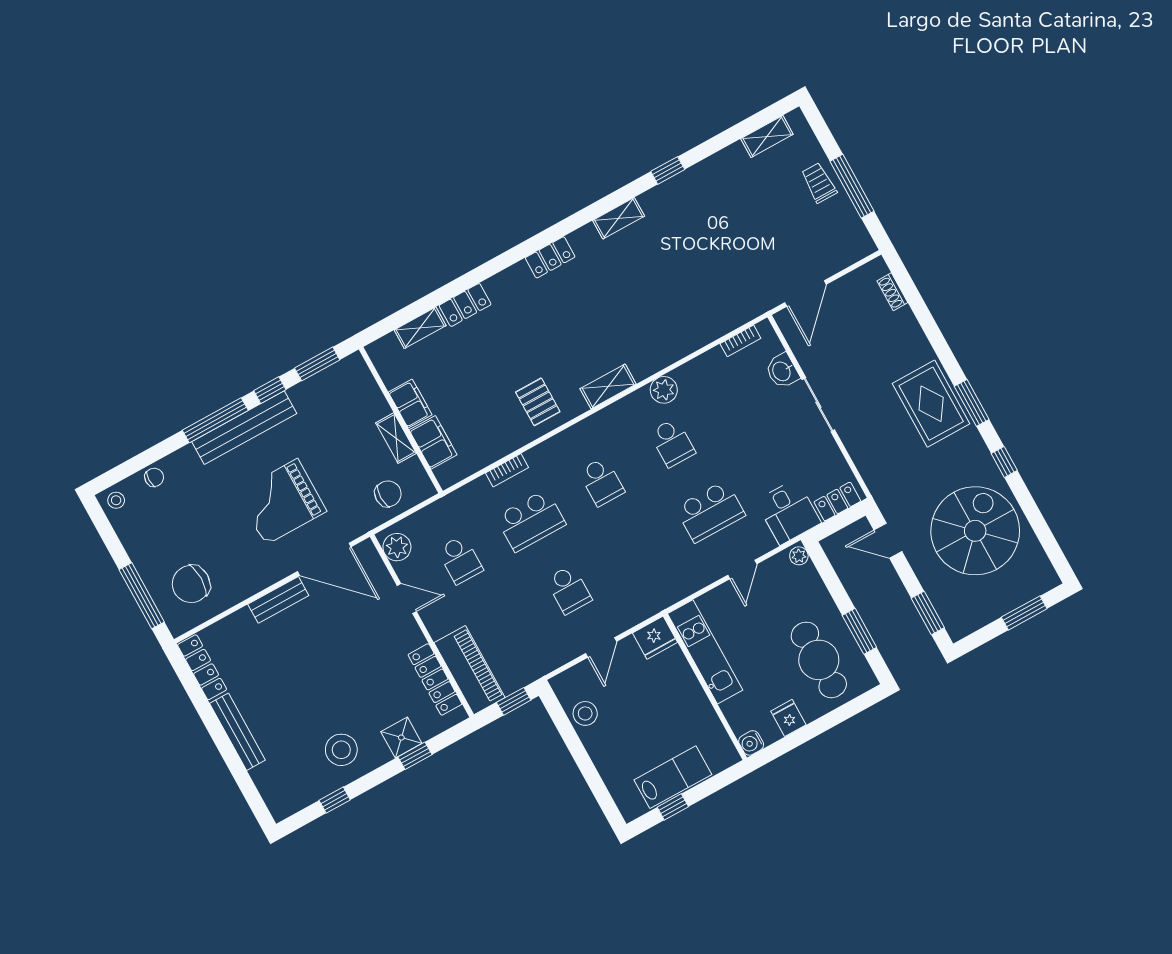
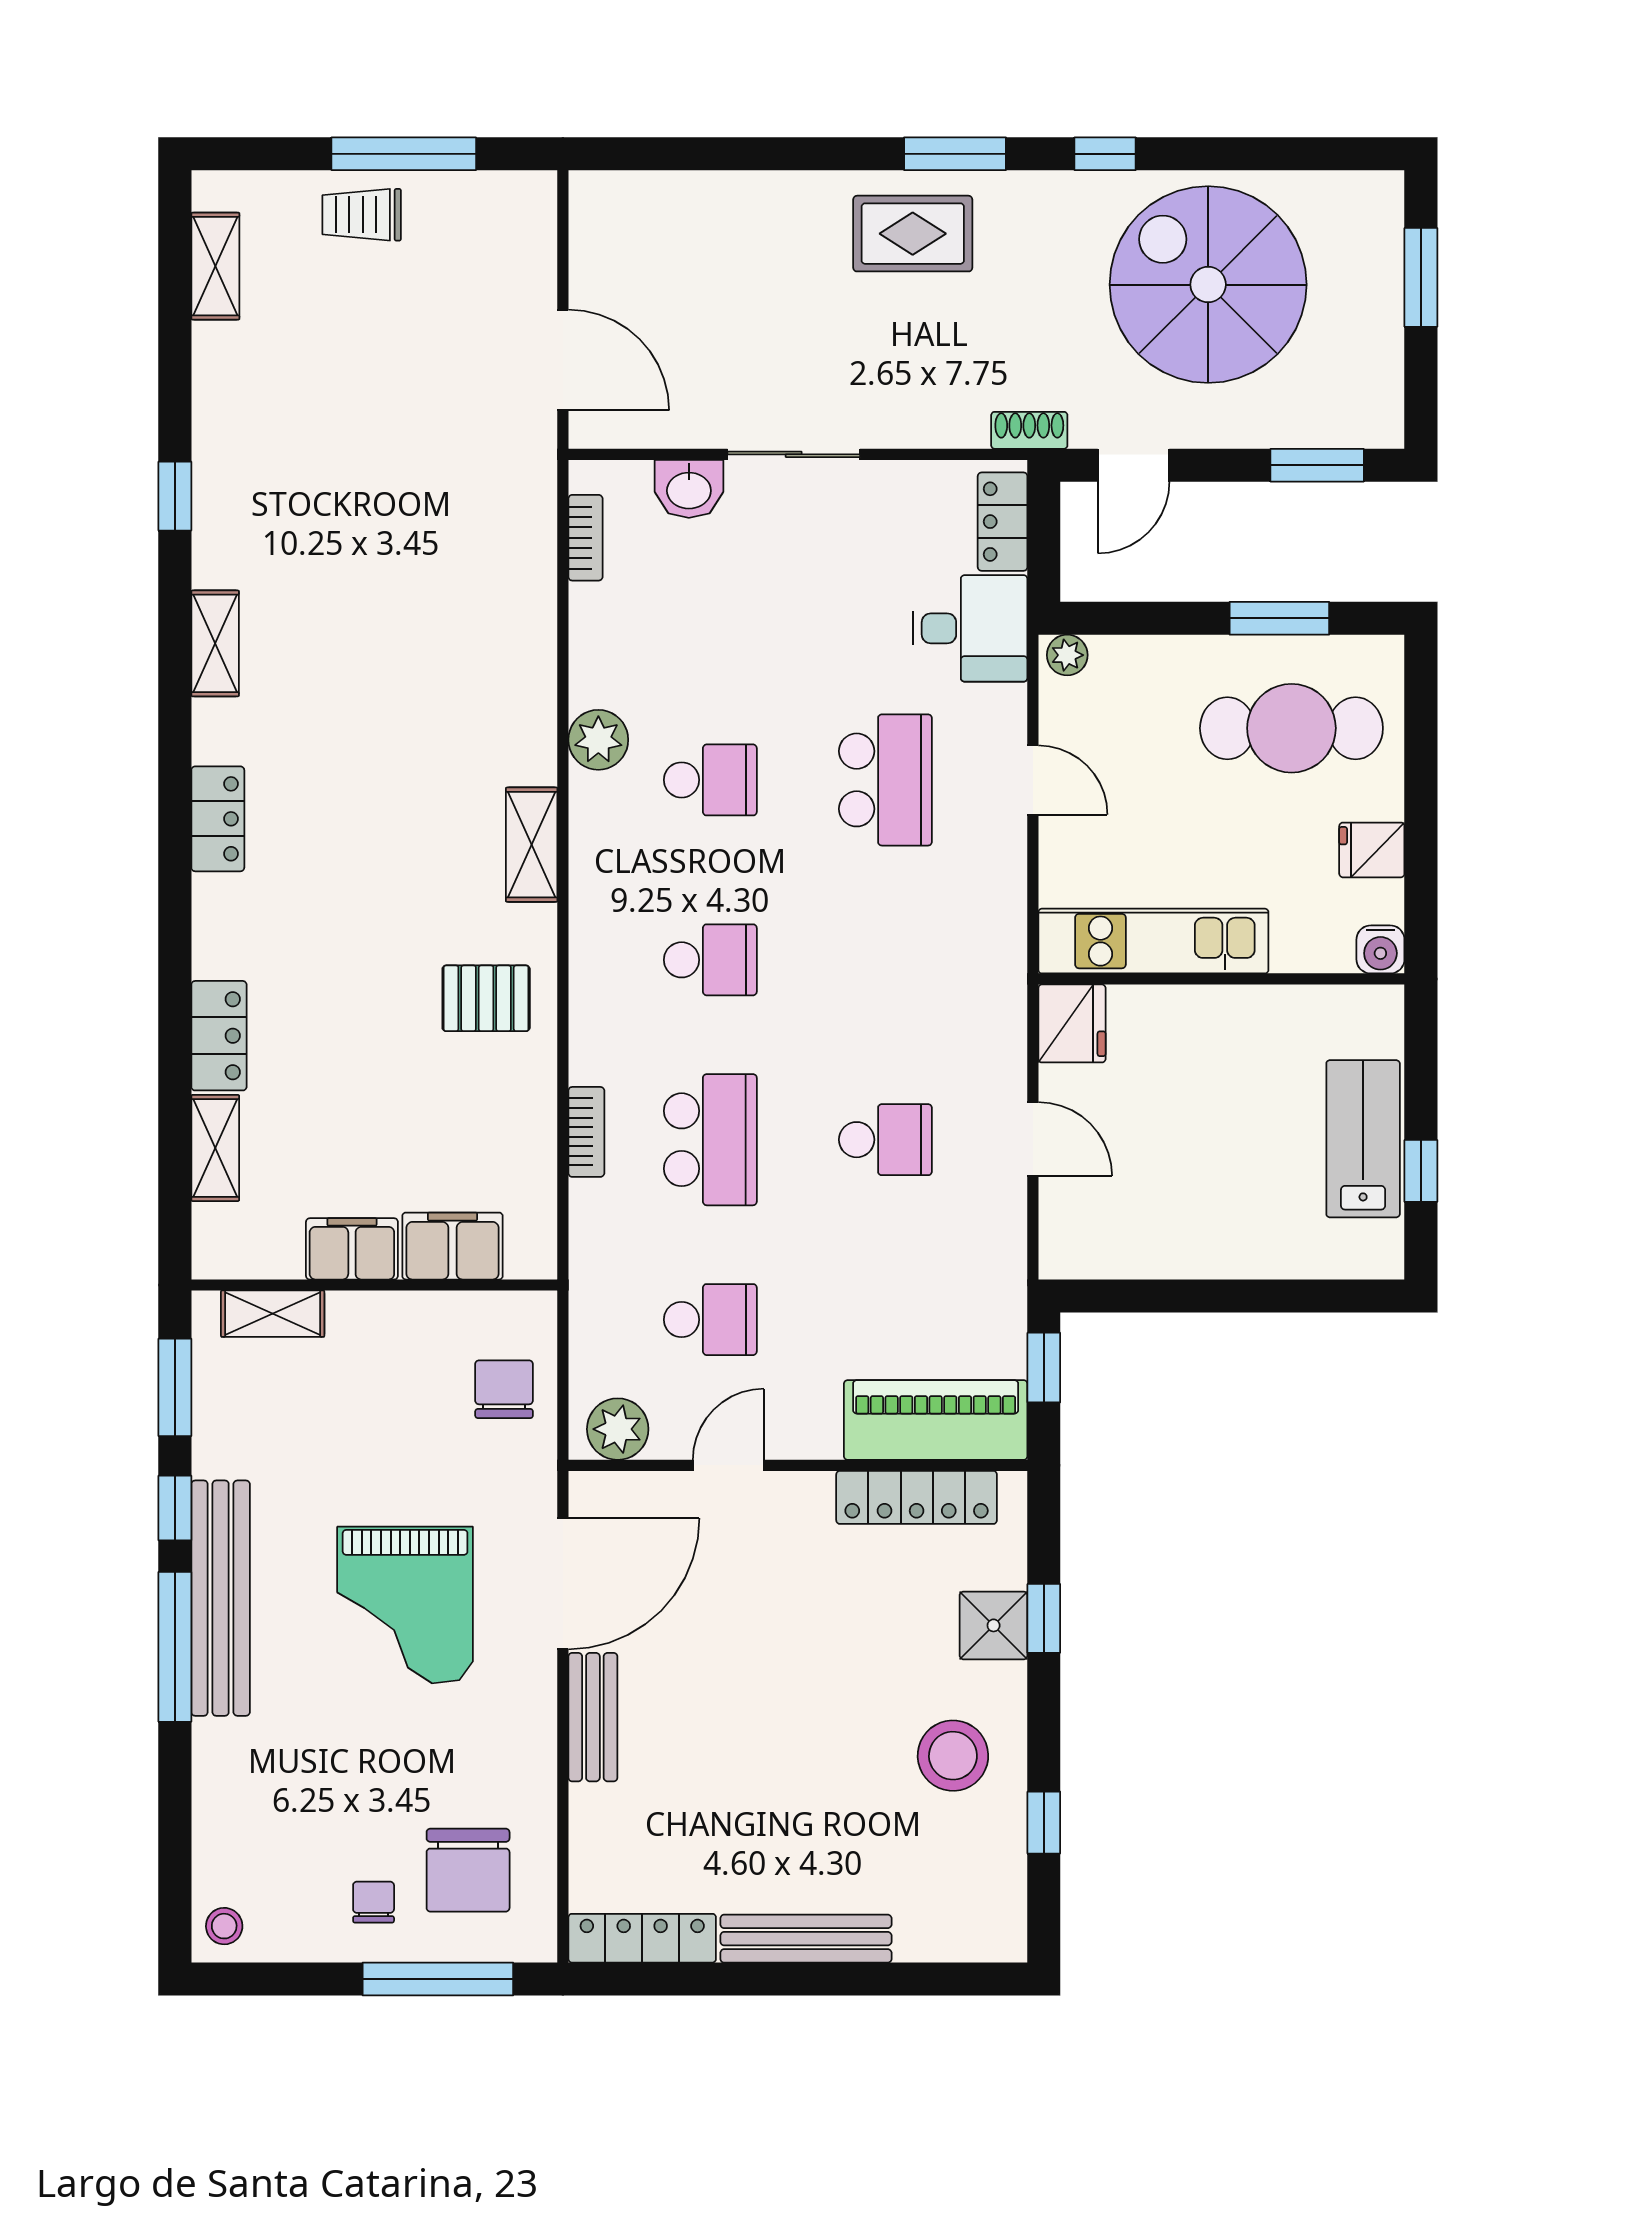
shoe rack: (892, 292) -> (1029, 430), moved, turned 180
rug: (931, 404) -> (913, 234), width x0.73, depth x0.70
shelving: (396, 438) -> (273, 1314), moved
chair: (154, 477) -> (374, 1902), moved
stool: (585, 713) -> (1144, 1241), removed

